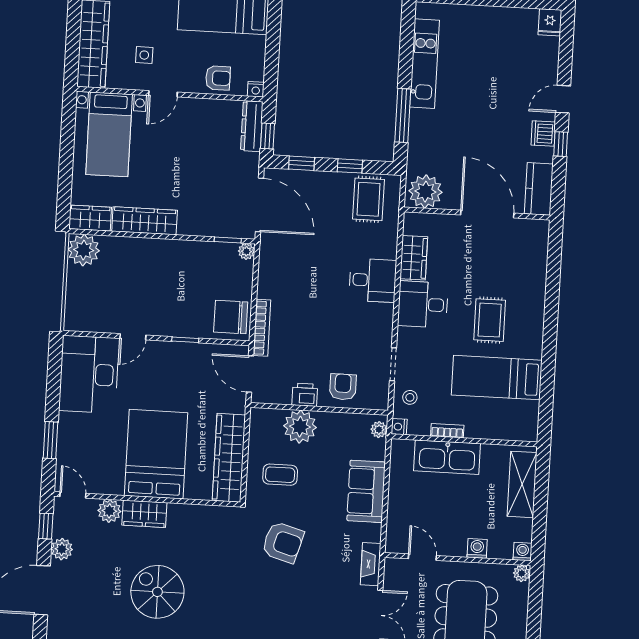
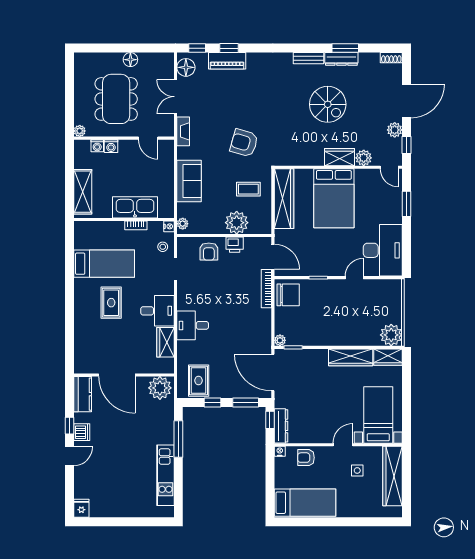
window: (302, 163) -> (246, 403), width x1.50
washing machine: (522, 552) -> (97, 146), moved

